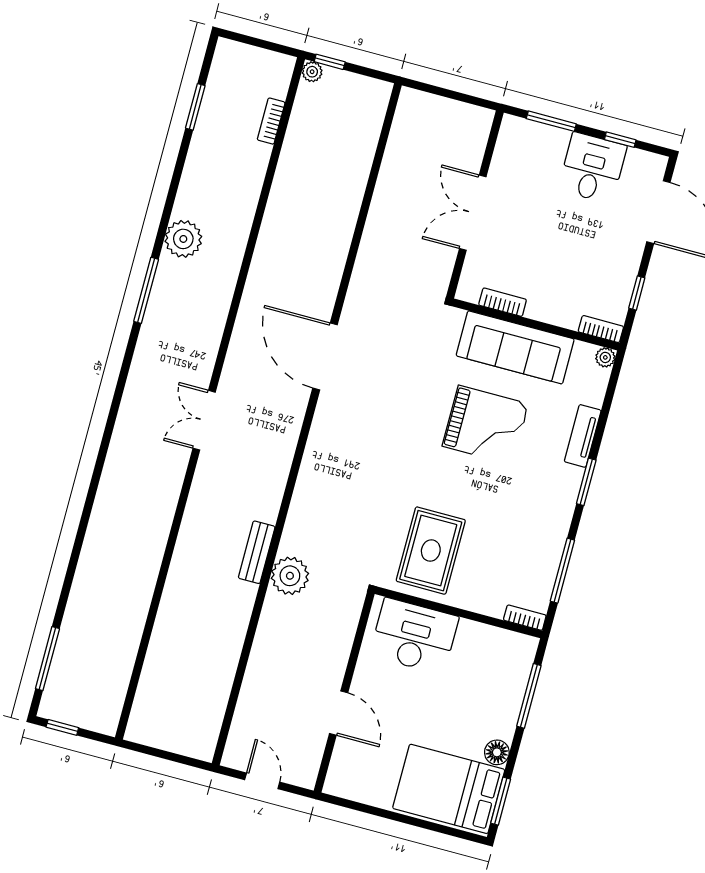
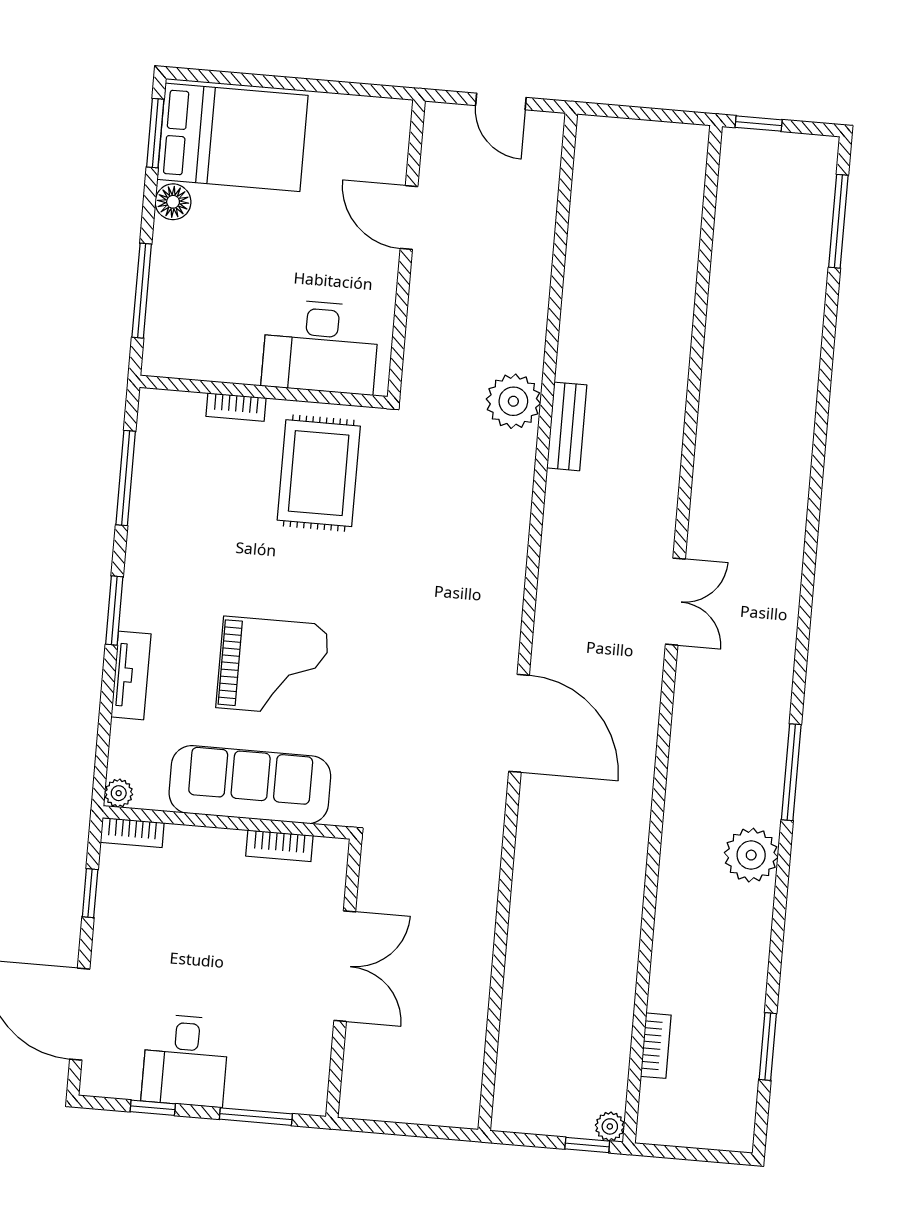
grand piano: (485, 425) -> (273, 666), turned 180
bookcase: (525, 618) -> (236, 407), moved
window: (62, 727) -> (759, 124), moved

